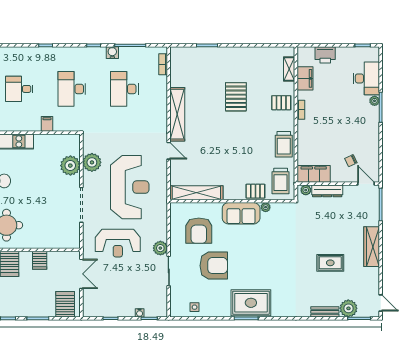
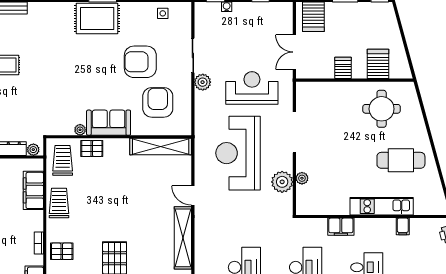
filing cabinet: (47, 124) -> (341, 227), width x2.00
plant: (70, 166) -> (302, 178), width x0.53, depth x0.53
filing cabinet: (314, 174) -> (33, 190), moved, turned 90

